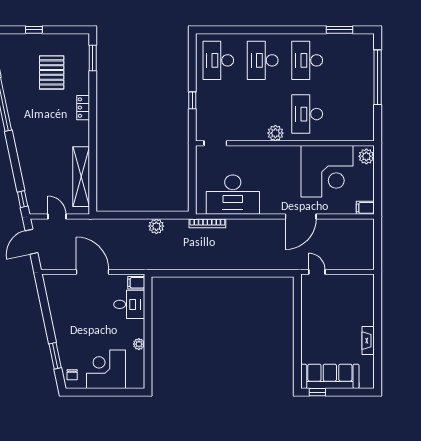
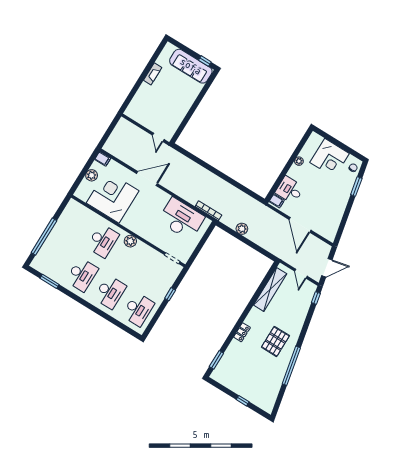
pallet: (52, 72) -> (275, 341), moved
plant: (366, 156) -> (92, 175), moved

